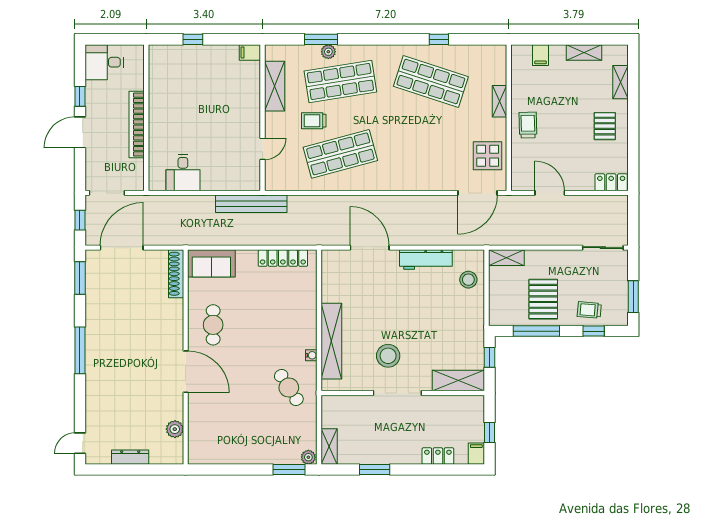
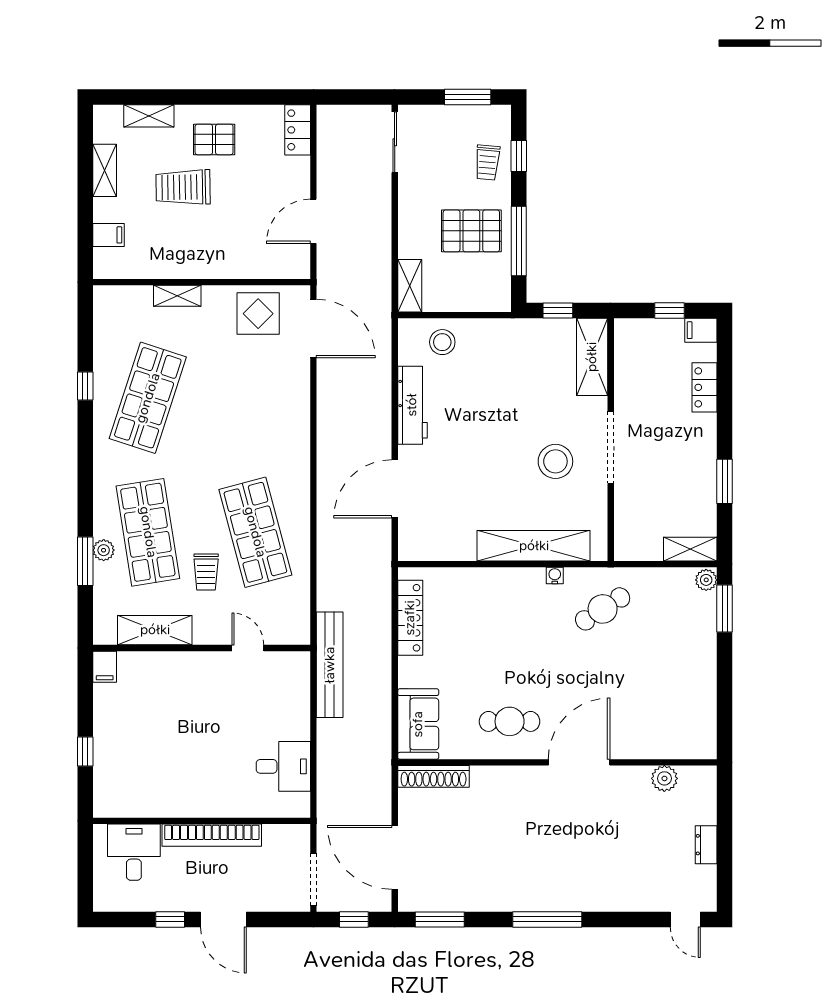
desk: (104, 62) -> (134, 852), moved, turned 180
trolley: (528, 125) -> (183, 187), moved, width x1.36, depth x1.39
dresser: (130, 457) -> (706, 845), width x0.70

